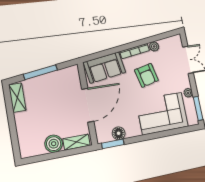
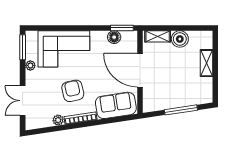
shelving: (17, 98) -> (207, 63), moved
door: (88, 105) -> (140, 70), hinge flipped

